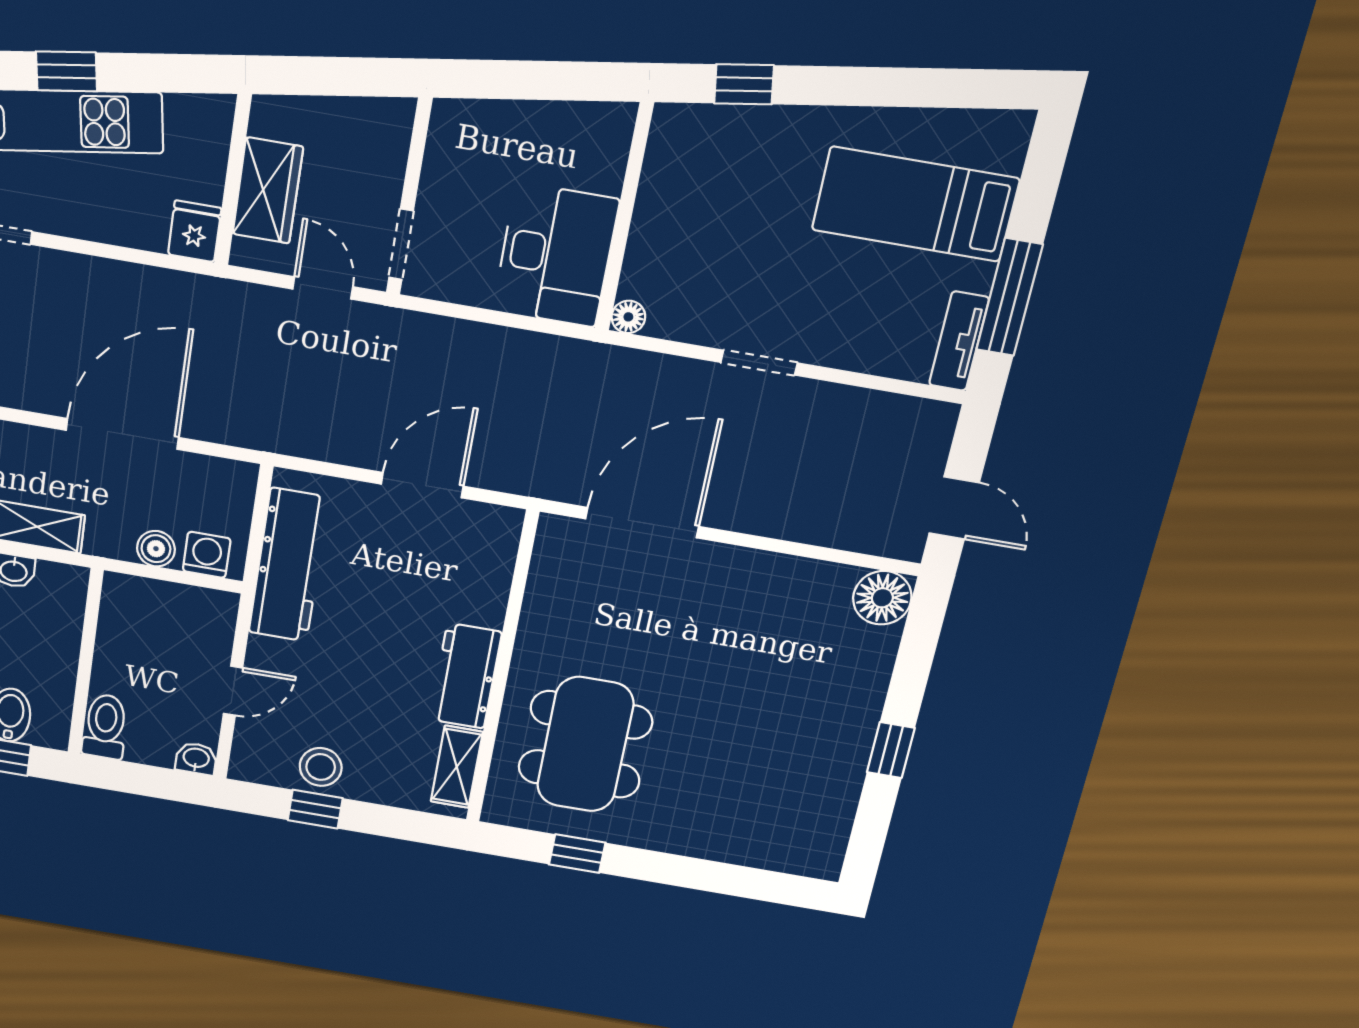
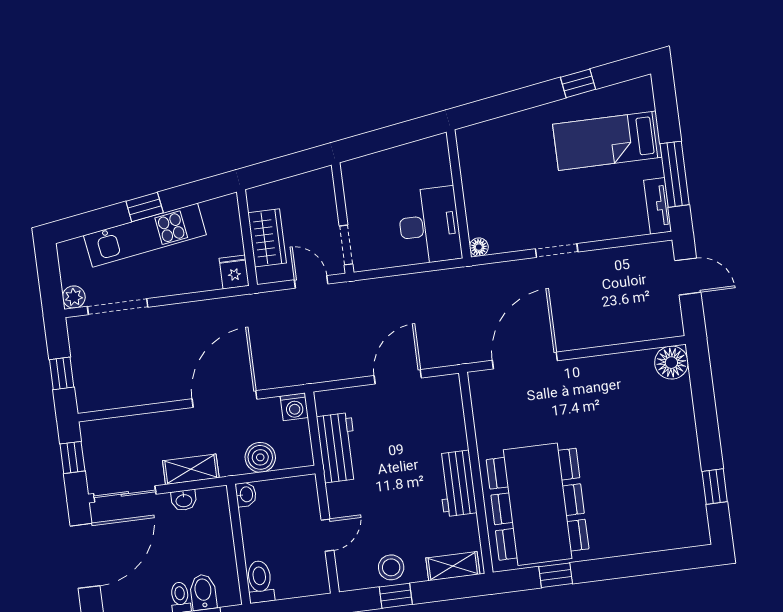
window: (744, 84) -> (578, 83), moved
door: (954, 508) -> (688, 276), moved
boiler: (156, 549) -> (260, 457), width x1.36, depth x1.36
washing machine: (207, 555) -> (294, 407), moved, turned 180
workbench: (289, 565) -> (338, 448), width x0.73
dining table: (585, 744) -> (538, 504), width x1.36, depth x1.24
window: (891, 750) -> (715, 487), moved
washbasin: (196, 759) -> (246, 494), moved, turned 90
shelving: (457, 767) -> (453, 566), moved, turned 90

